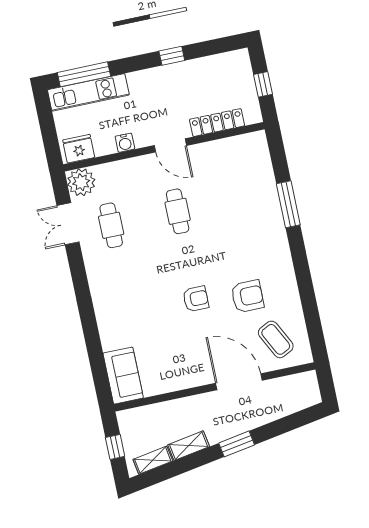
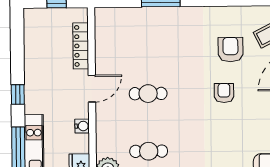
window: (172, 56) -> (18, 94), moved

